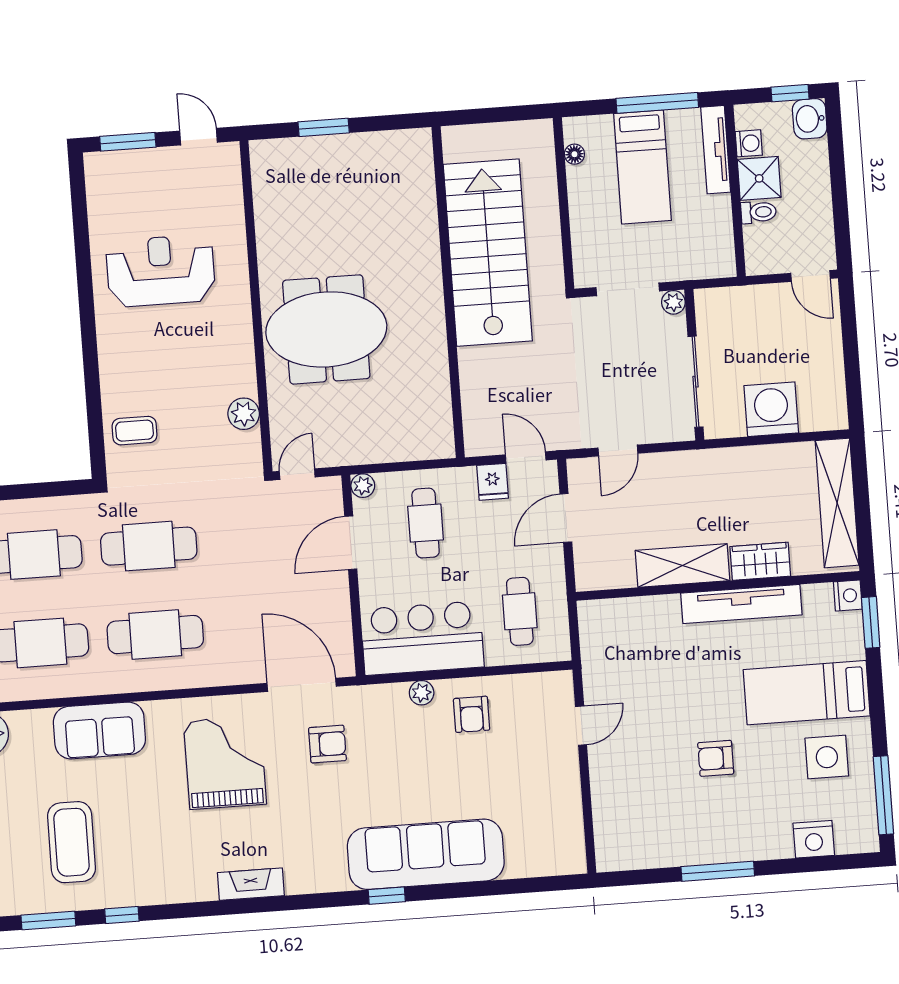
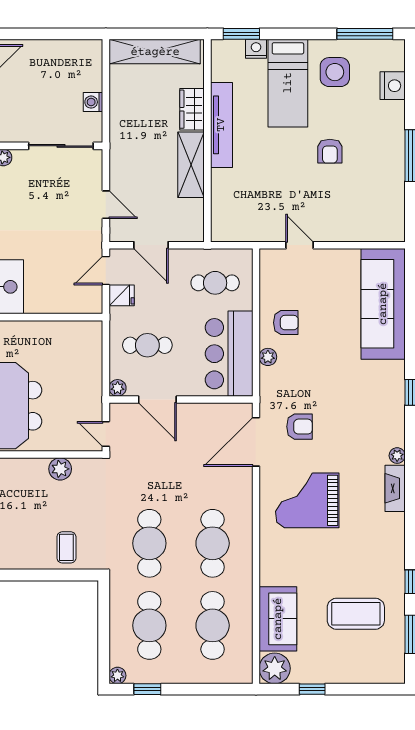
washing machine: (771, 409) -> (93, 102), width x0.53, depth x0.53
nightstand: (848, 595) -> (256, 49), moved
sofa: (99, 730) -> (278, 619), moved
armchair: (327, 744) -> (299, 427), turned 90
sofa: (426, 854) -> (383, 304), moved
plant: (297, 884) -> (397, 456), added

